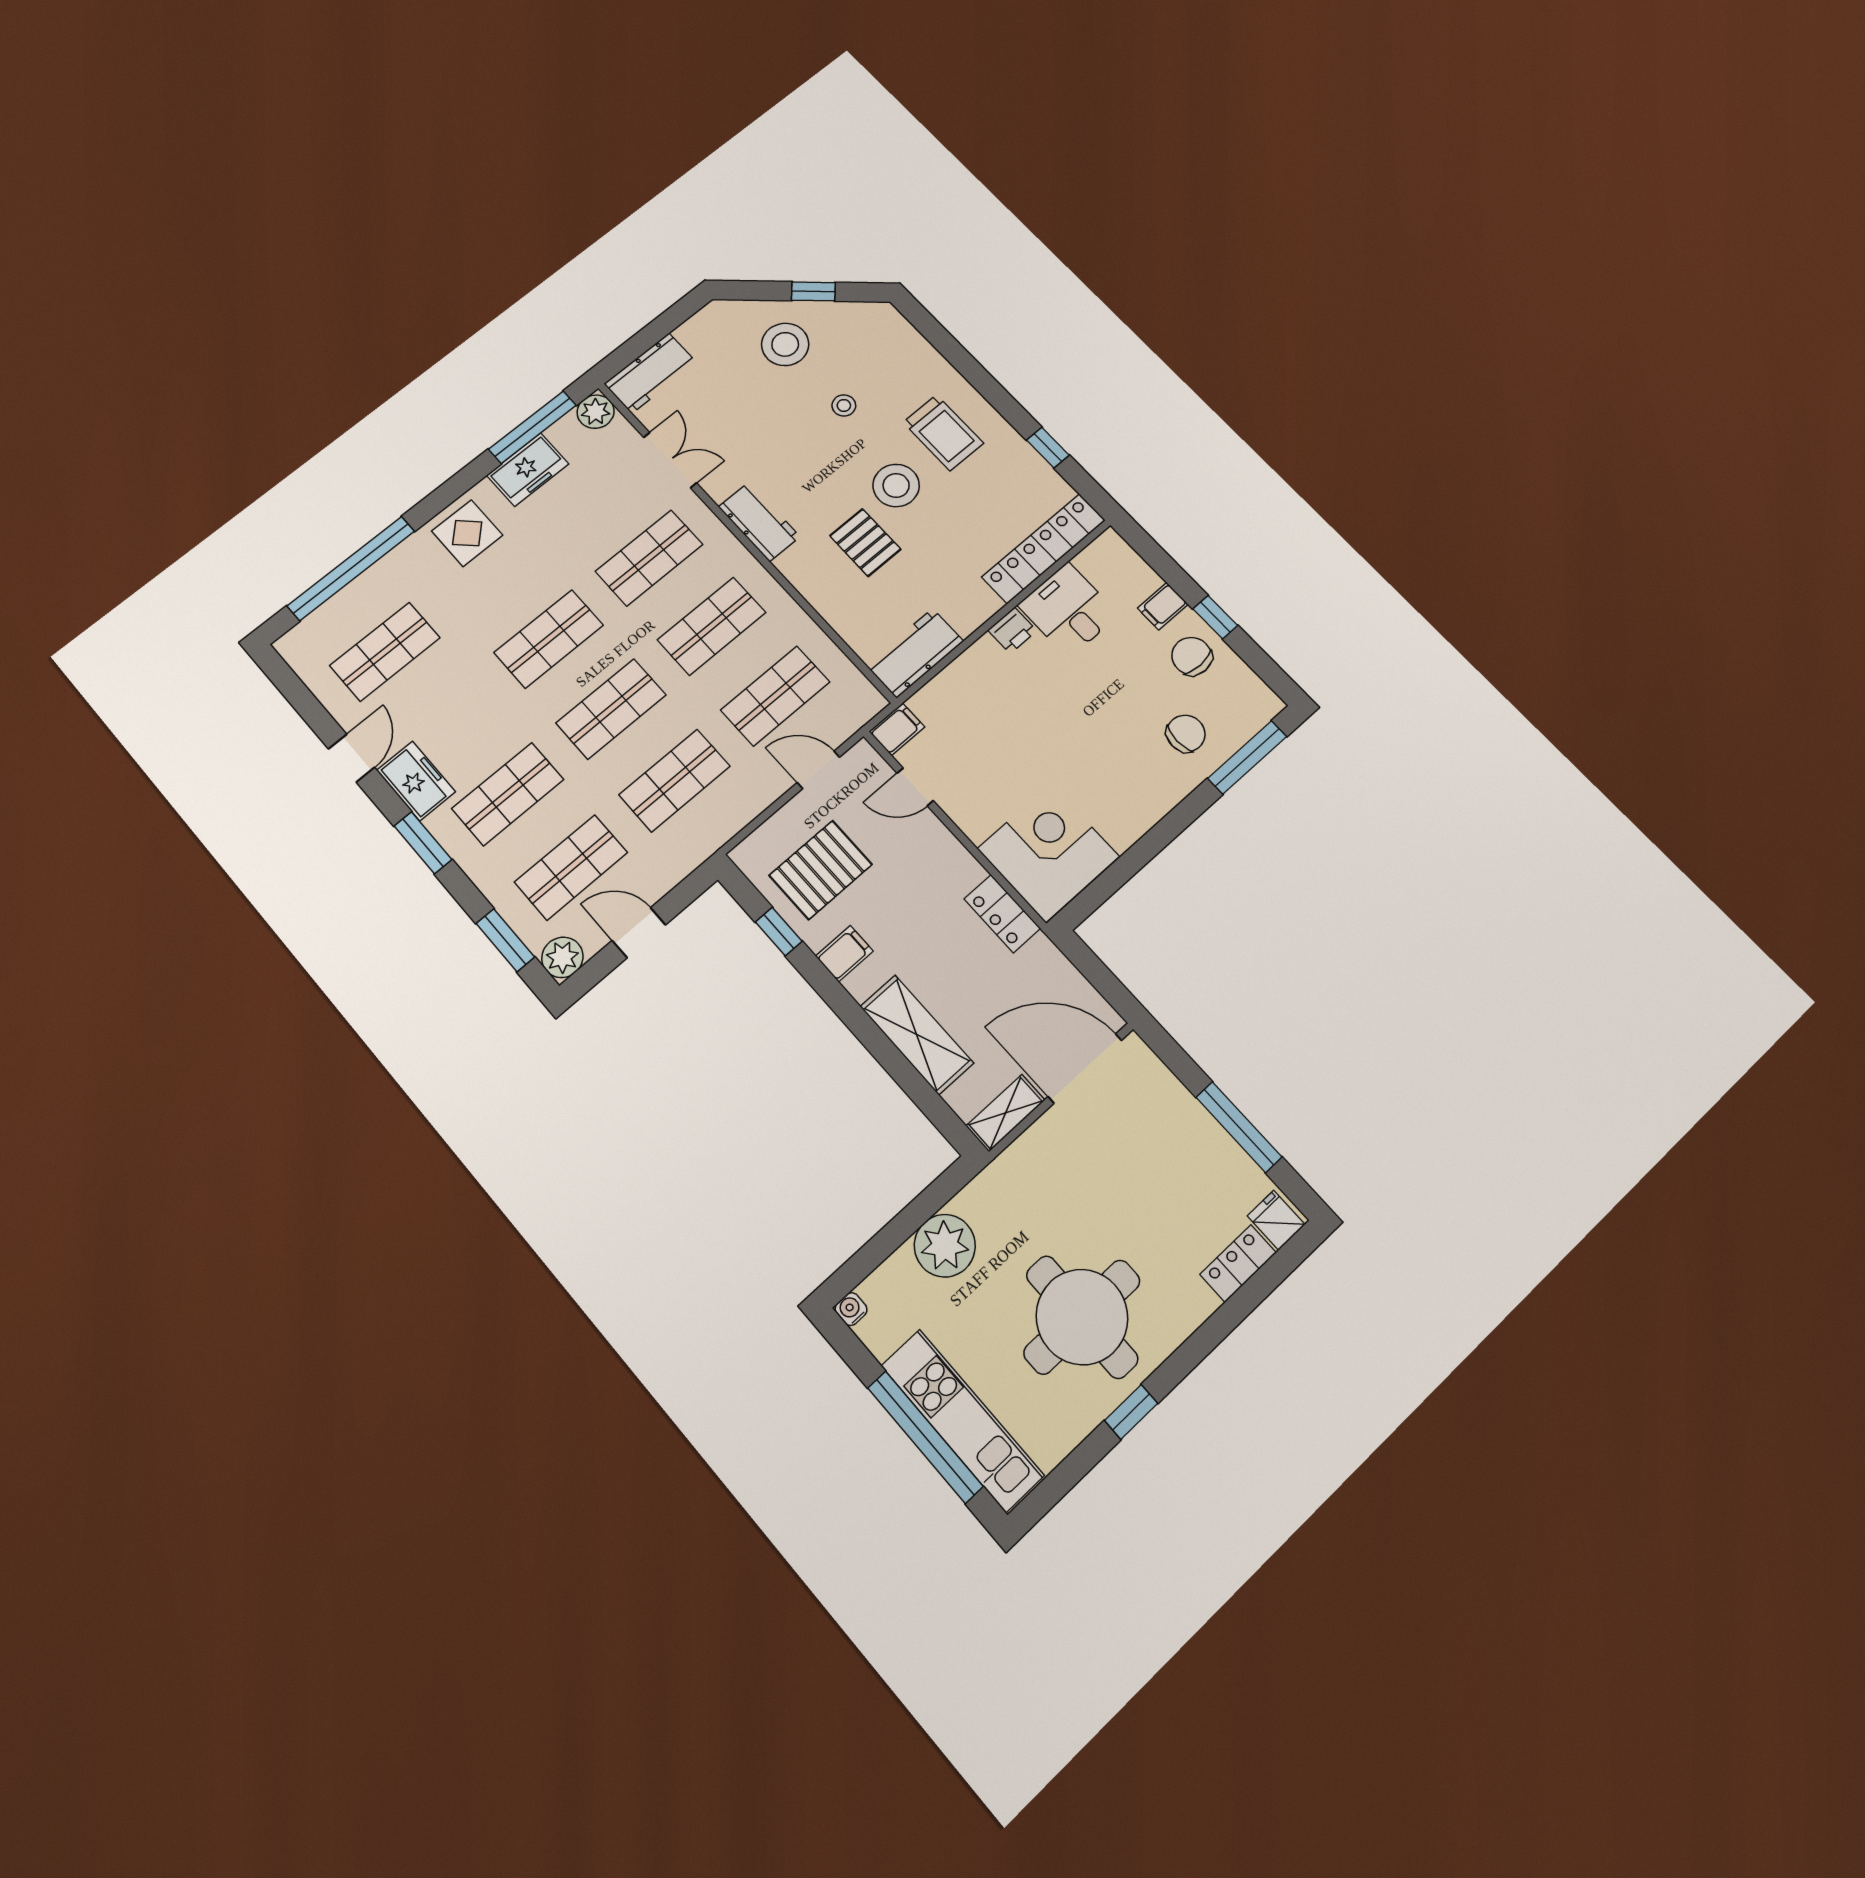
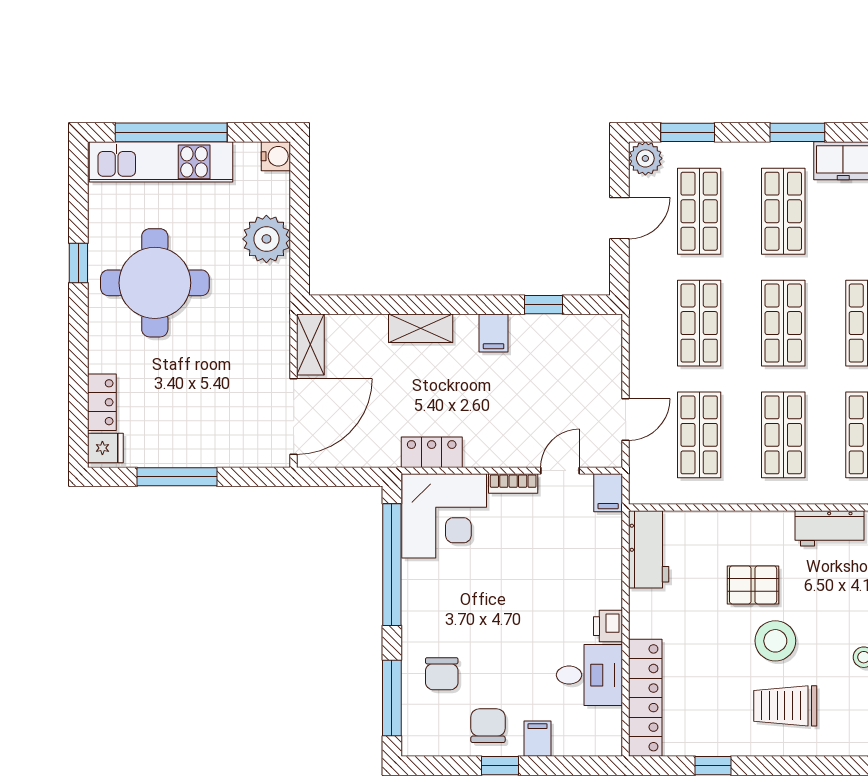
chair: (1192, 656) -> (488, 726), turned -90
bookcase: (964, 817) -> (513, 483), added
window: (1134, 860) -> (392, 565), added
pallet: (821, 870) -> (559, 364), removed
shelving: (917, 1035) -> (421, 328), width x0.67, depth x0.75
water cooler: (851, 1309) -> (276, 156), width x1.38, depth x1.38

